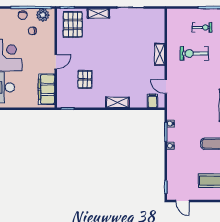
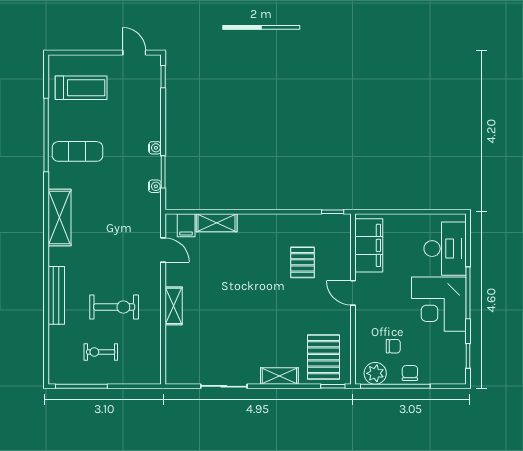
door: (56, 62) -> (353, 293), hinge flipped
shelving: (117, 102) -> (217, 223), moved

